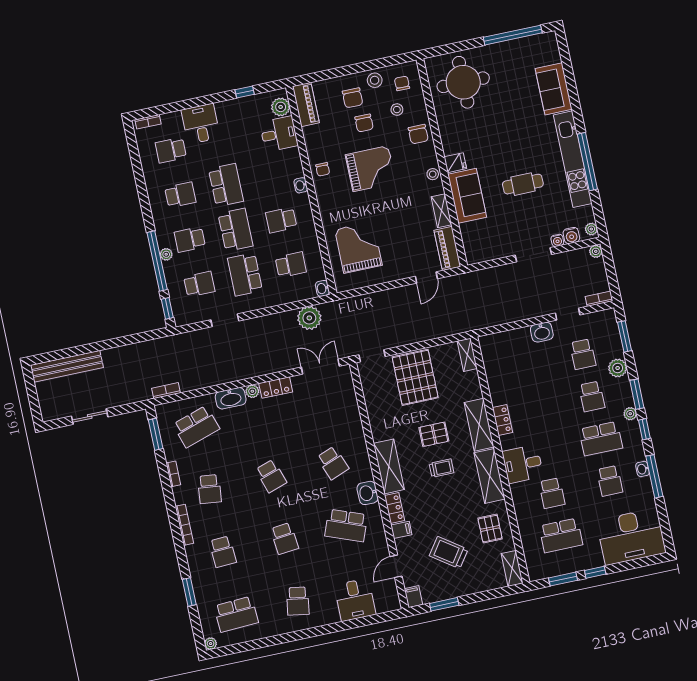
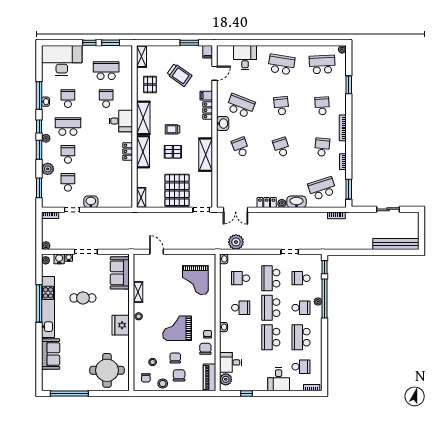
chair: (418, 134) -> (205, 349), moved
fridge: (455, 163) -> (121, 325), width x1.88, depth x1.34
school desk: (180, 195) -> (301, 337), width x1.85
sofa: (467, 196) -> (120, 273), moved
piano: (447, 248) -> (139, 267), removed
school desk: (245, 274) -> (271, 278), turned 180
door: (426, 277) -> (157, 252), hinge flipped
shelving: (389, 466) -> (206, 155), moved
school desk: (298, 601) -> (281, 65), width x1.85

